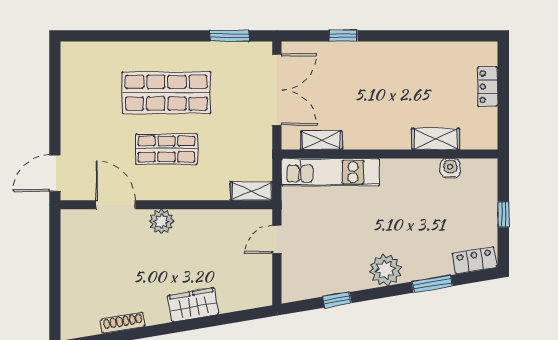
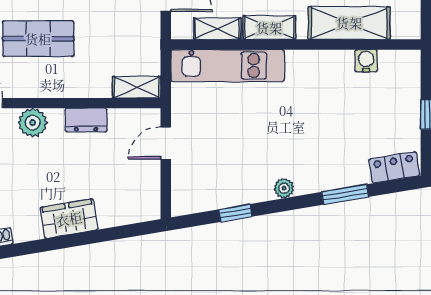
shelving: (367, 139) -> (269, 28), added
shelving: (436, 139) -> (349, 23), width x1.50, depth x1.33
dresser: (208, 219) -> (86, 120), added
plant: (385, 270) -> (284, 188), width x0.53, depth x0.53

